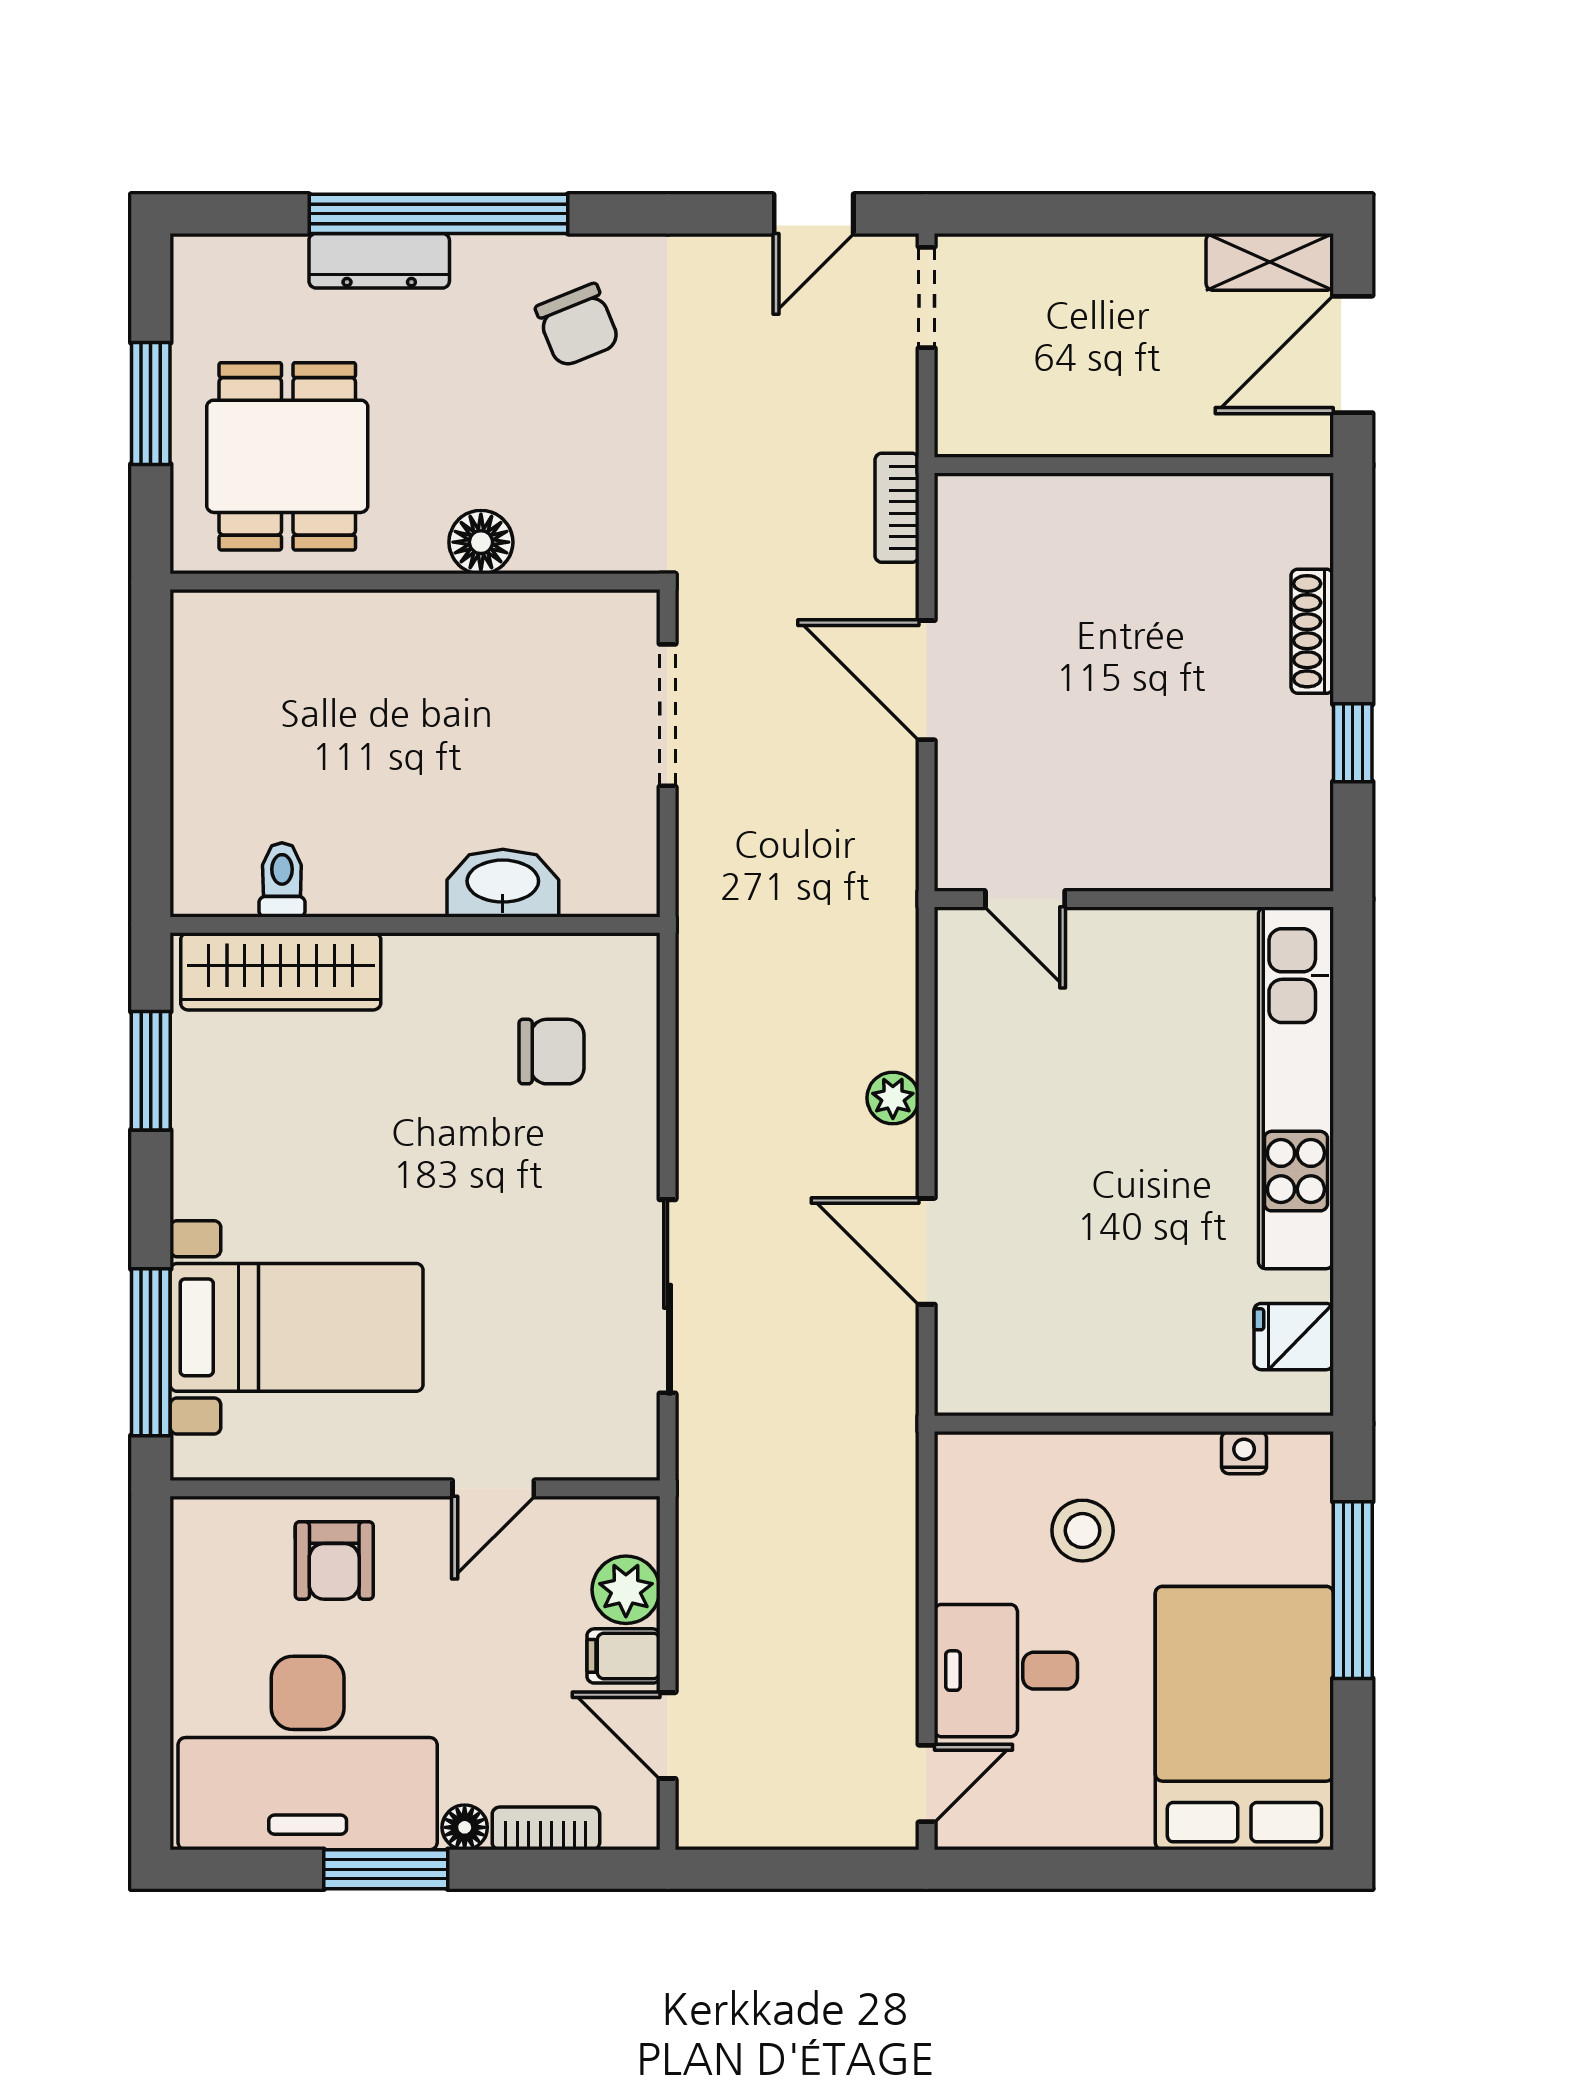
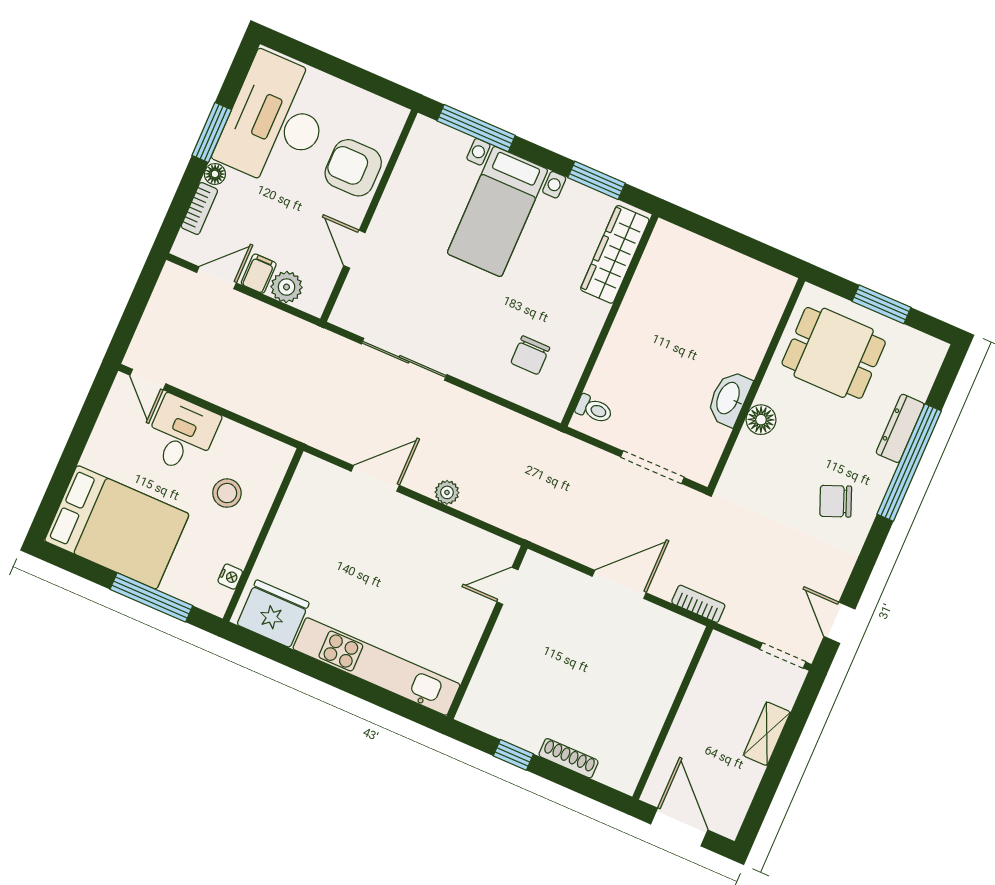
shelving: (1270, 262) -> (767, 734), moved
toilet: (282, 880) -> (594, 409), moved
washbasin: (503, 883) -> (729, 398), moved, turned 180
bed with nightstands: (297, 1327) -> (497, 211), moved
fridge: (1294, 1337) -> (273, 614), width x1.88, depth x1.34
armchair: (334, 1560) -> (353, 168), width x1.38, depth x1.38

